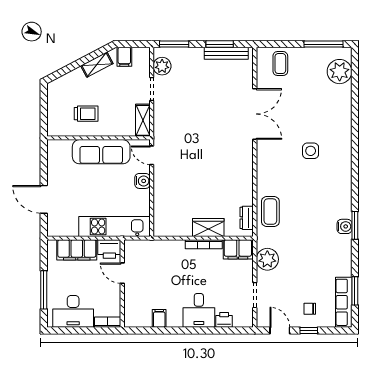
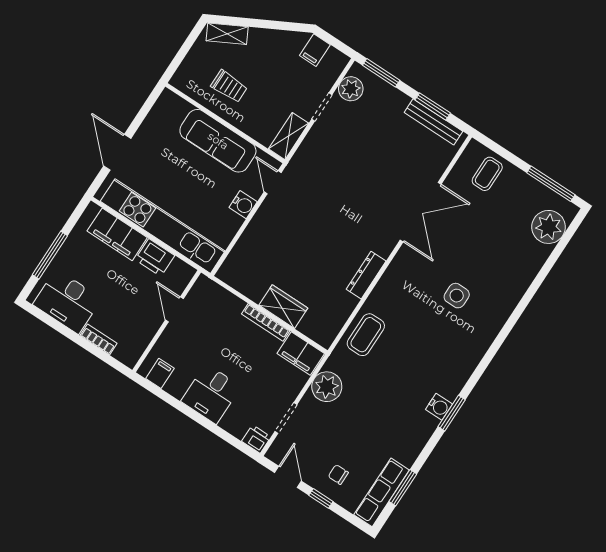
shelving: (97, 65) -> (227, 34), moved
dresser: (247, 218) -> (366, 275), moved, width x1.44
kitchen unit: (114, 227) -> (163, 226), width x1.36
door: (122, 273) -> (174, 309), moved
wall: (122, 283) -> (167, 321), moved
printer: (224, 320) -> (256, 439), moved

